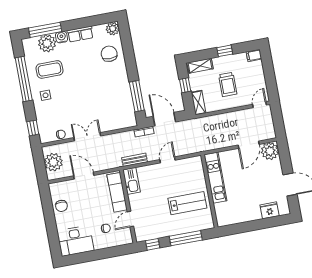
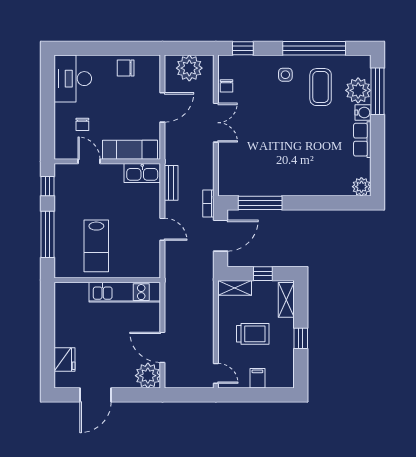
chair: (109, 54) -> (327, 175), removed
filing cabinet: (254, 55) -> (257, 378), moved
trolley: (228, 84) -> (253, 334), turned 180

